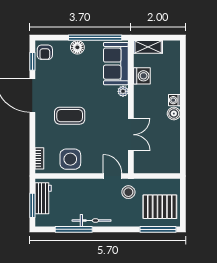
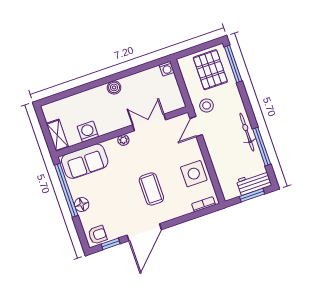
plant: (123, 91) -> (123, 140), moved
washing machine: (174, 100) -> (167, 69), moved
workbench: (43, 198) -> (254, 183), moved

